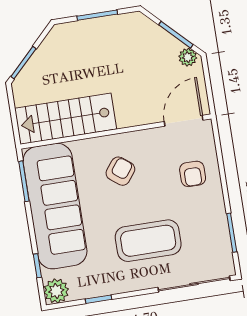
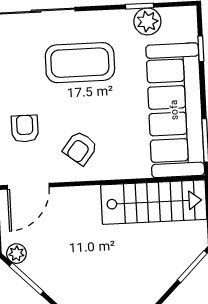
armchair: (120, 171) -> (80, 148), moved
plant: (56, 291) -> (147, 21), moved

